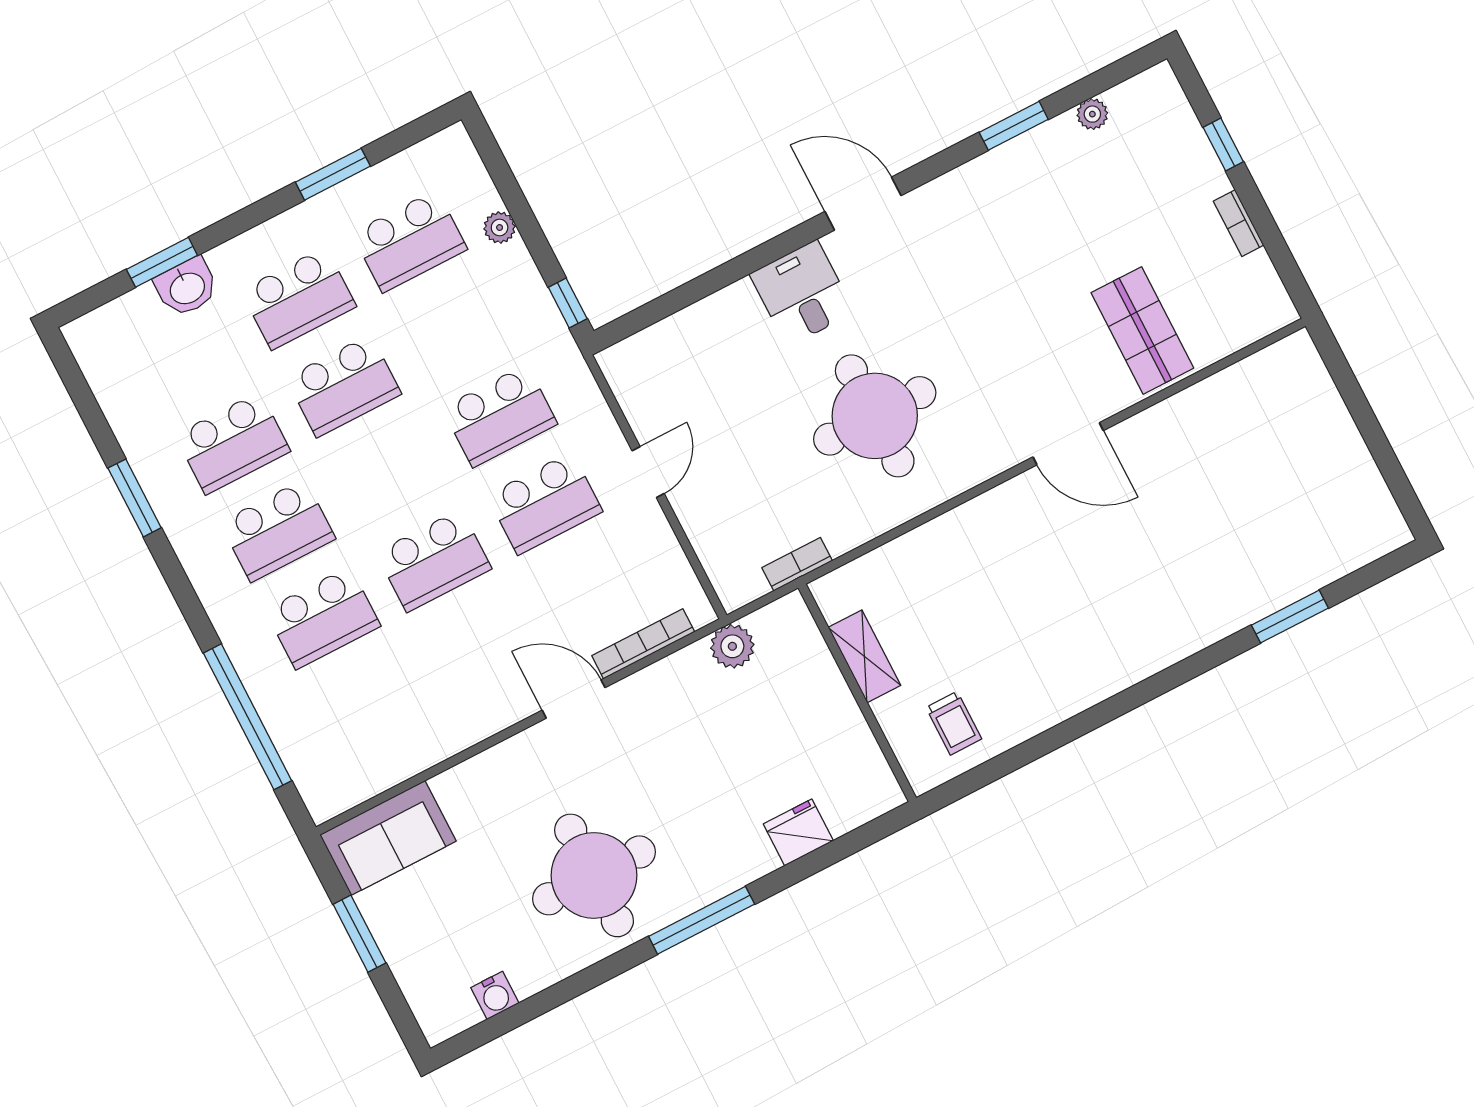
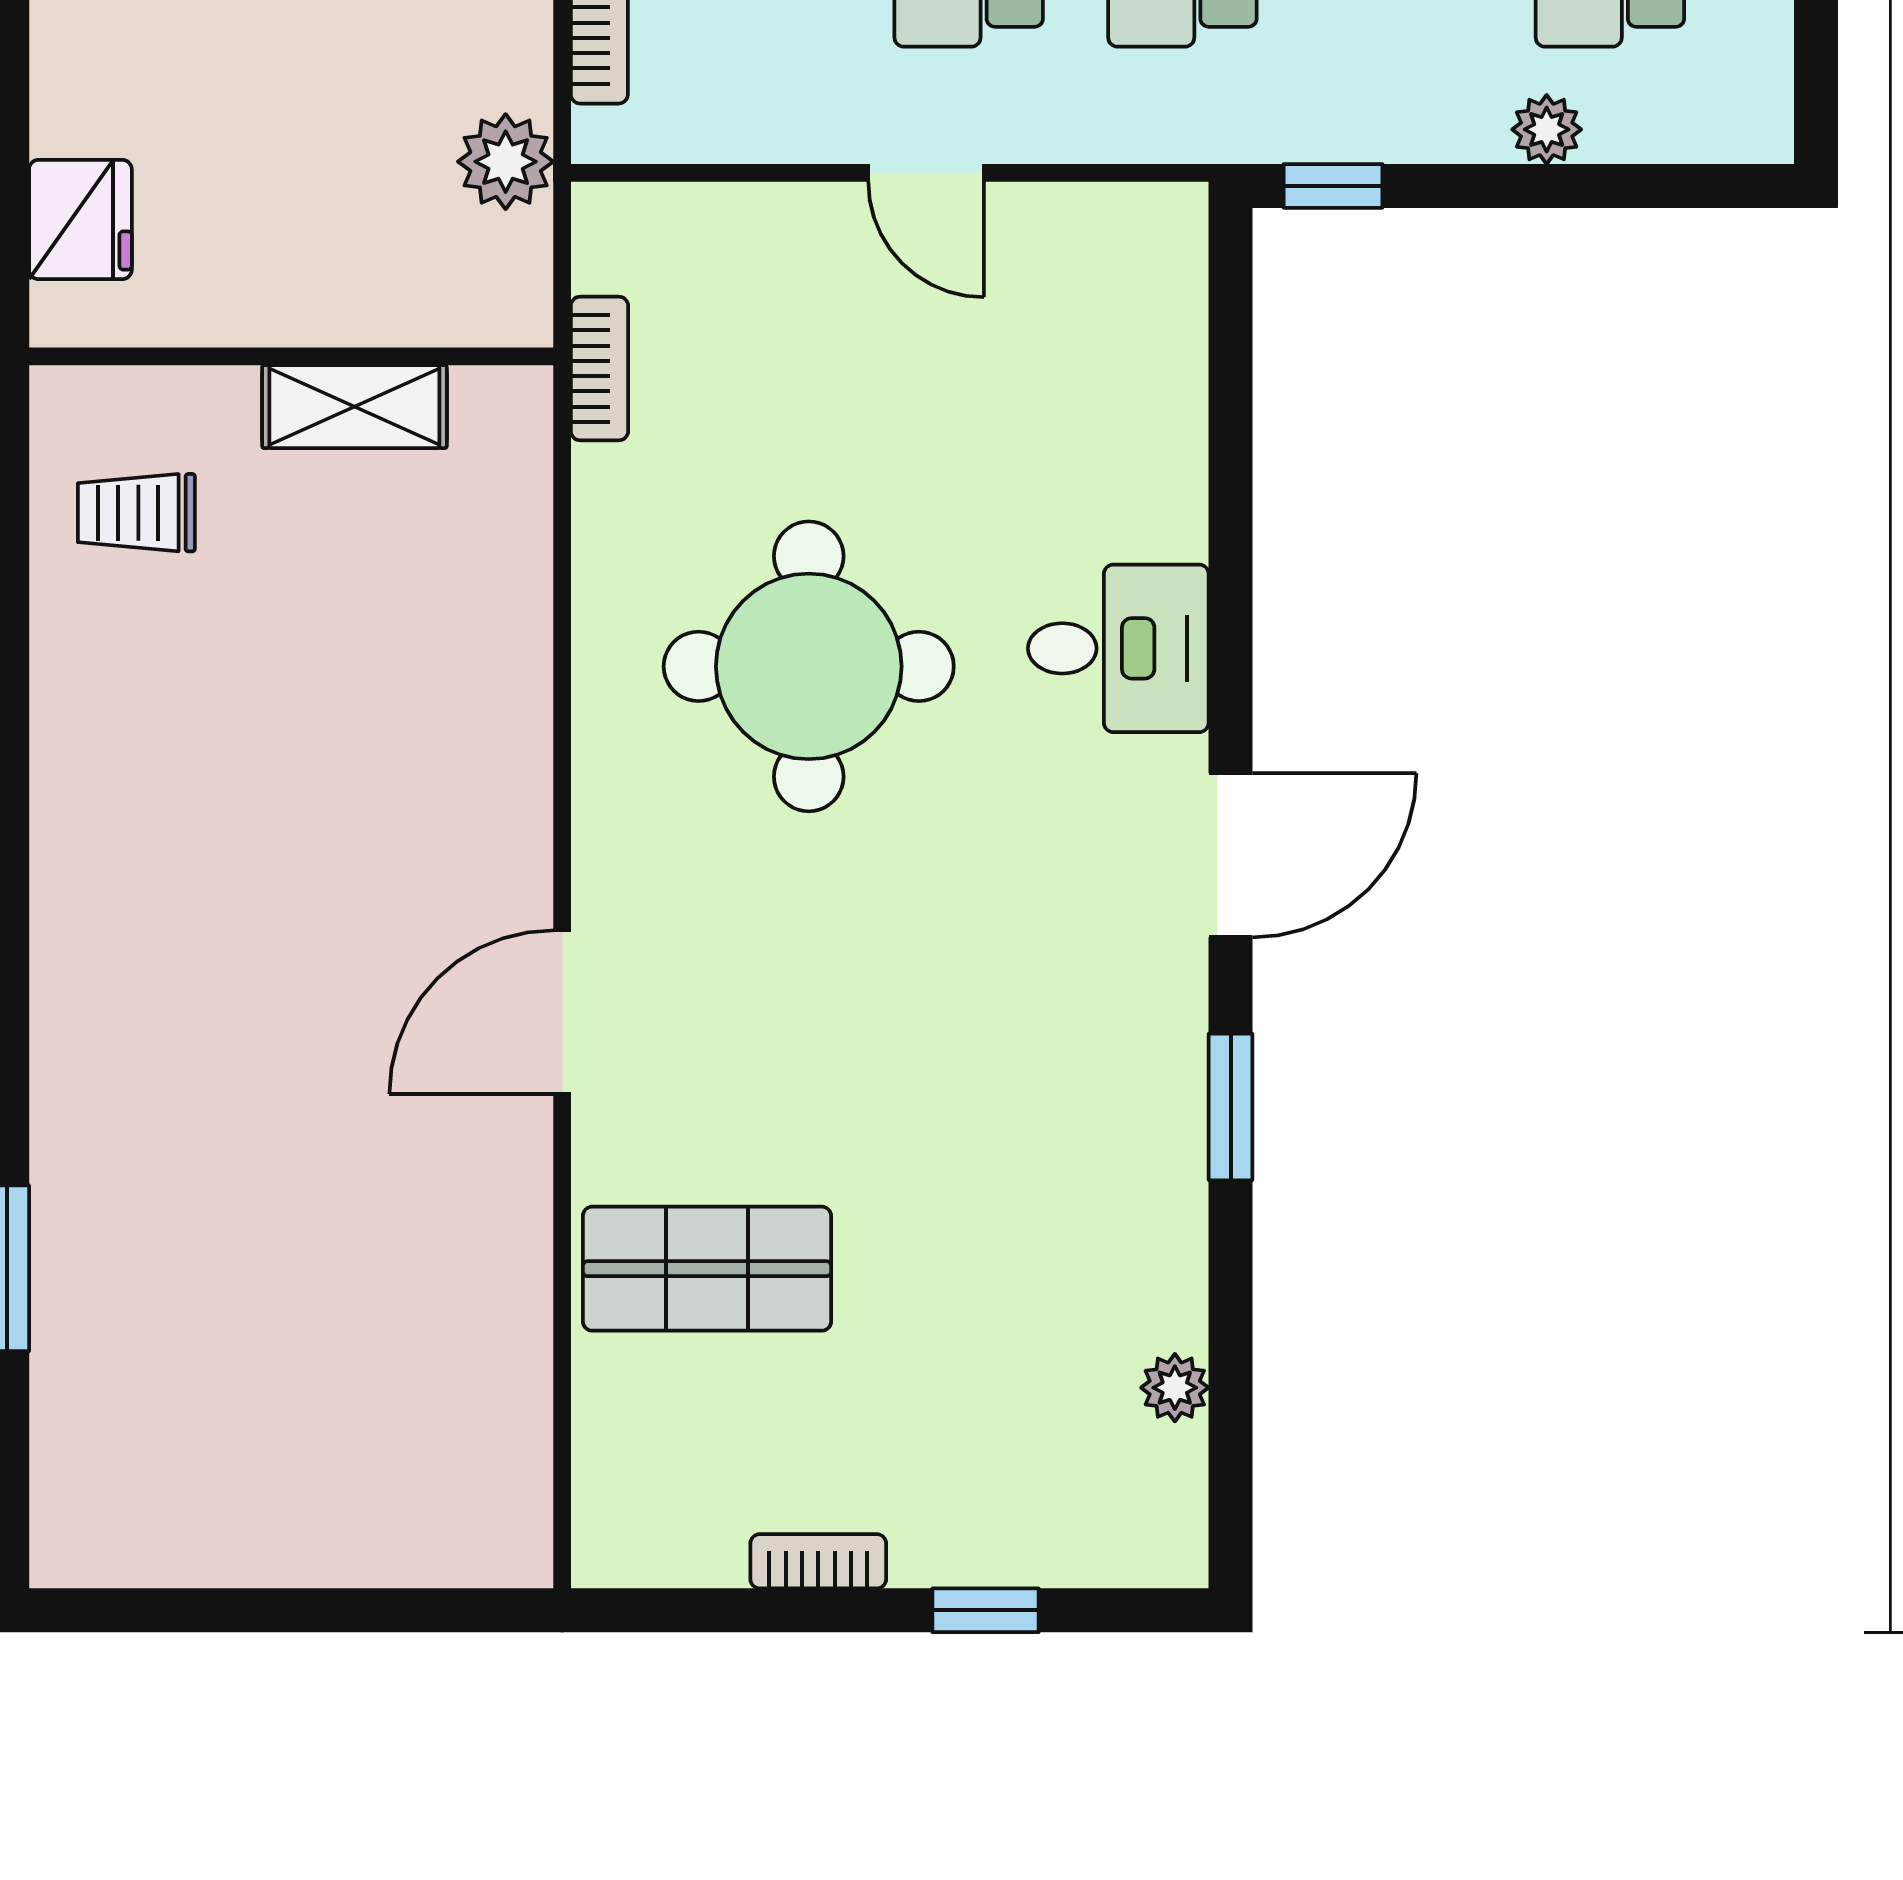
window: (1014, 126) -> (1231, 1107), moved
fridge: (798, 832) -> (80, 220), moved

